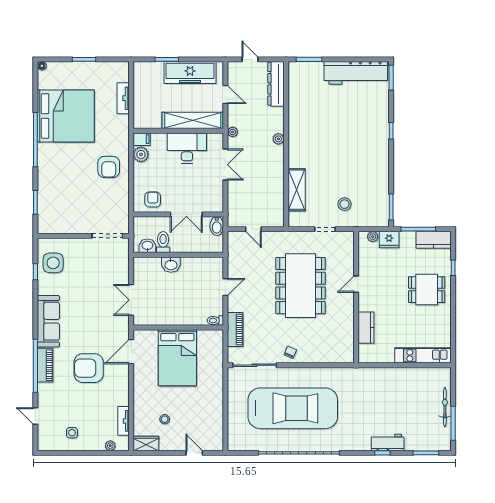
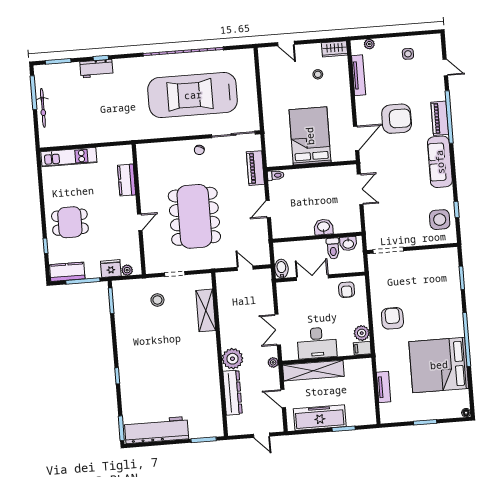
dresser: (276, 84) -> (233, 393), moved
plant: (278, 139) -> (232, 359), width x1.88, depth x1.88
tv unit: (124, 421) -> (359, 75), width x1.41

